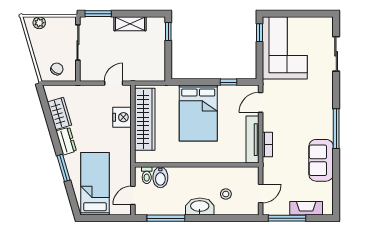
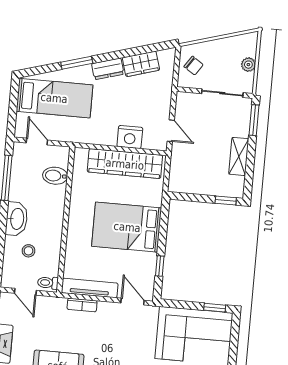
plant: (39, 23) -> (248, 65), moved
toilet: (147, 175) -> (48, 283), moved

